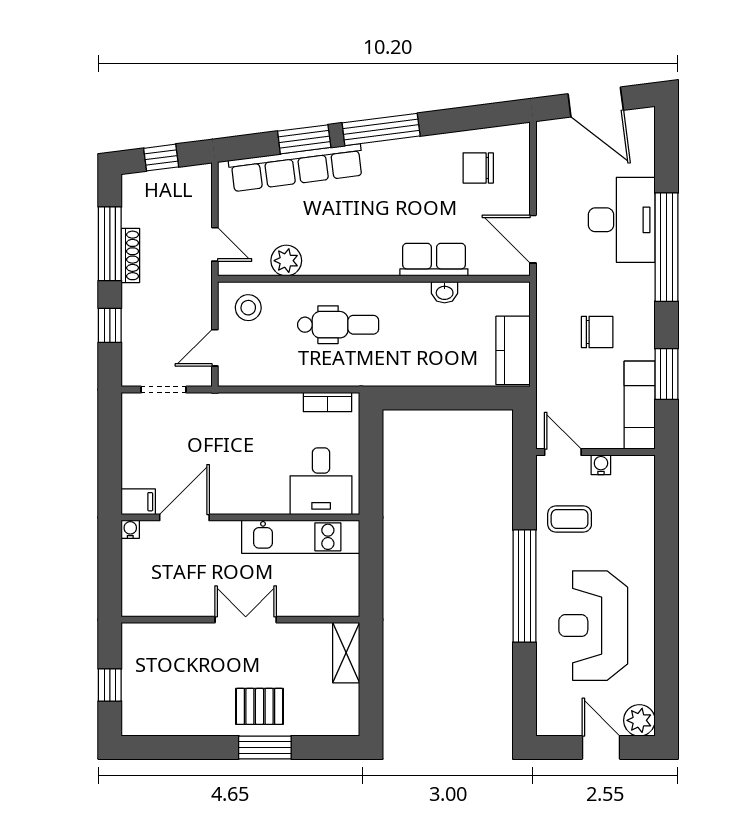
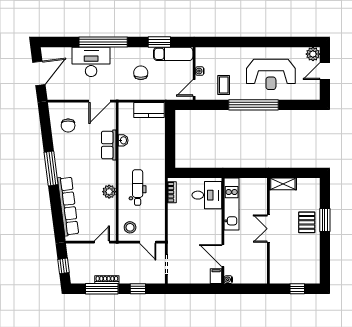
window: (304, 139) -> (55, 203), removed
plant: (286, 261) -> (109, 192), moved

